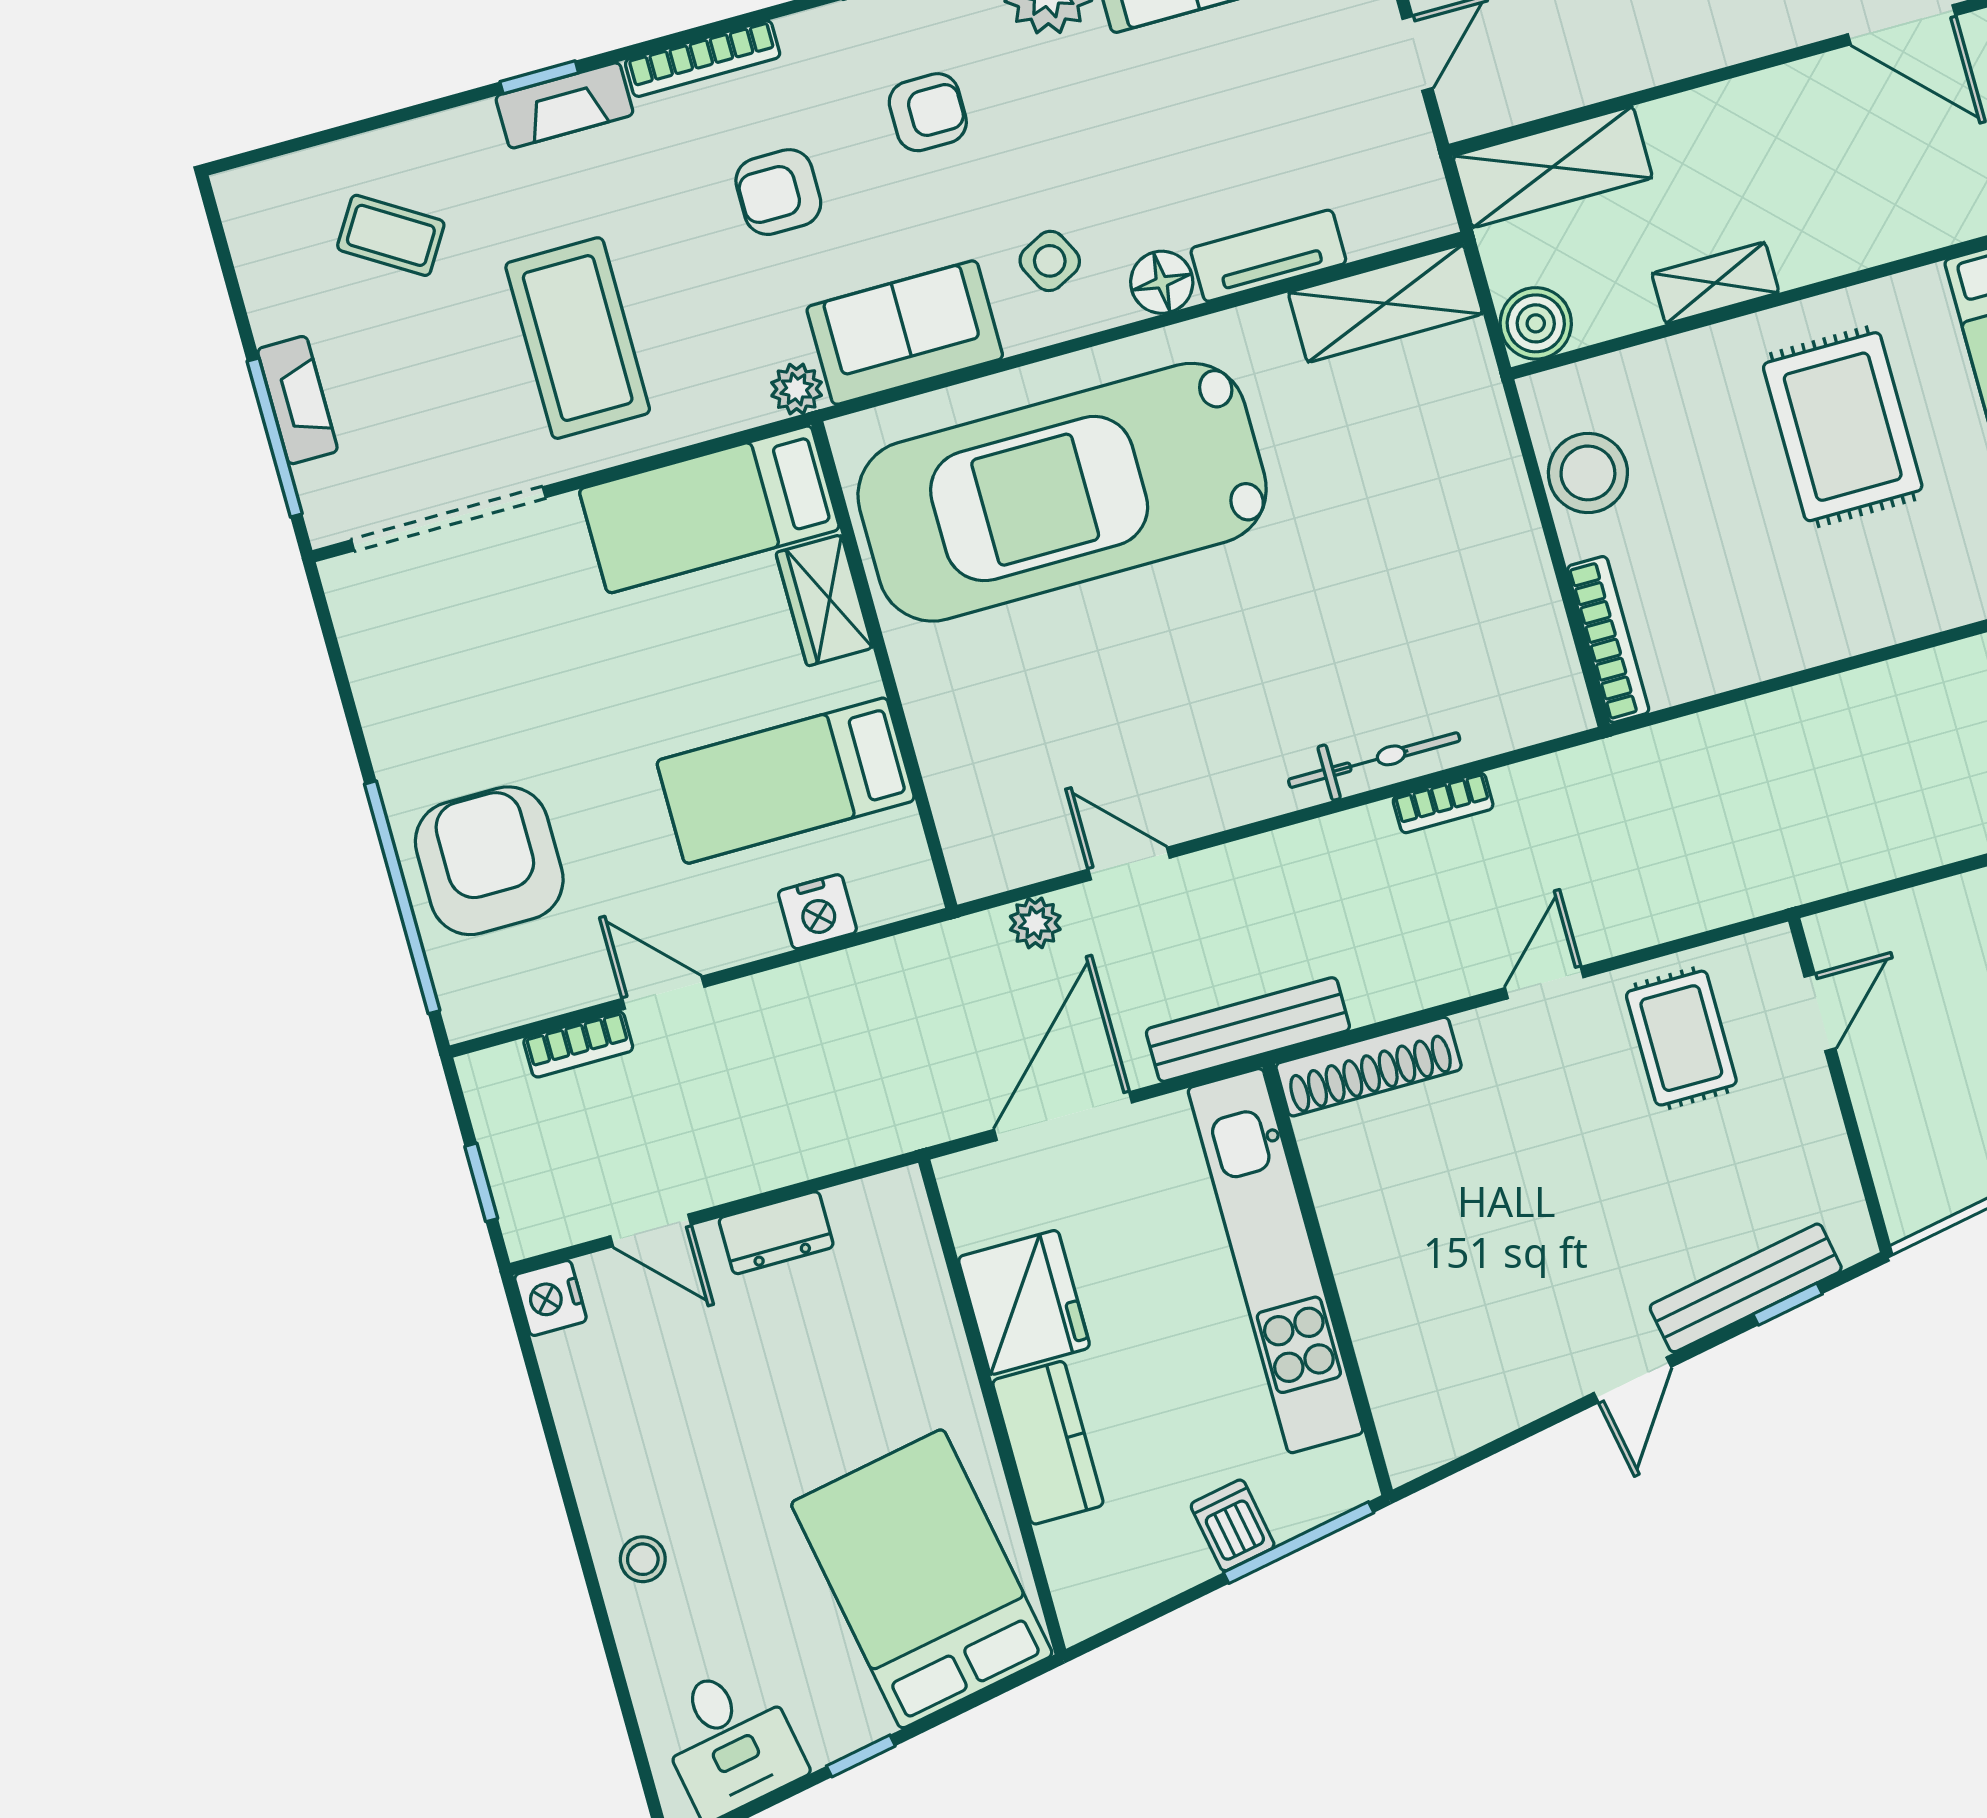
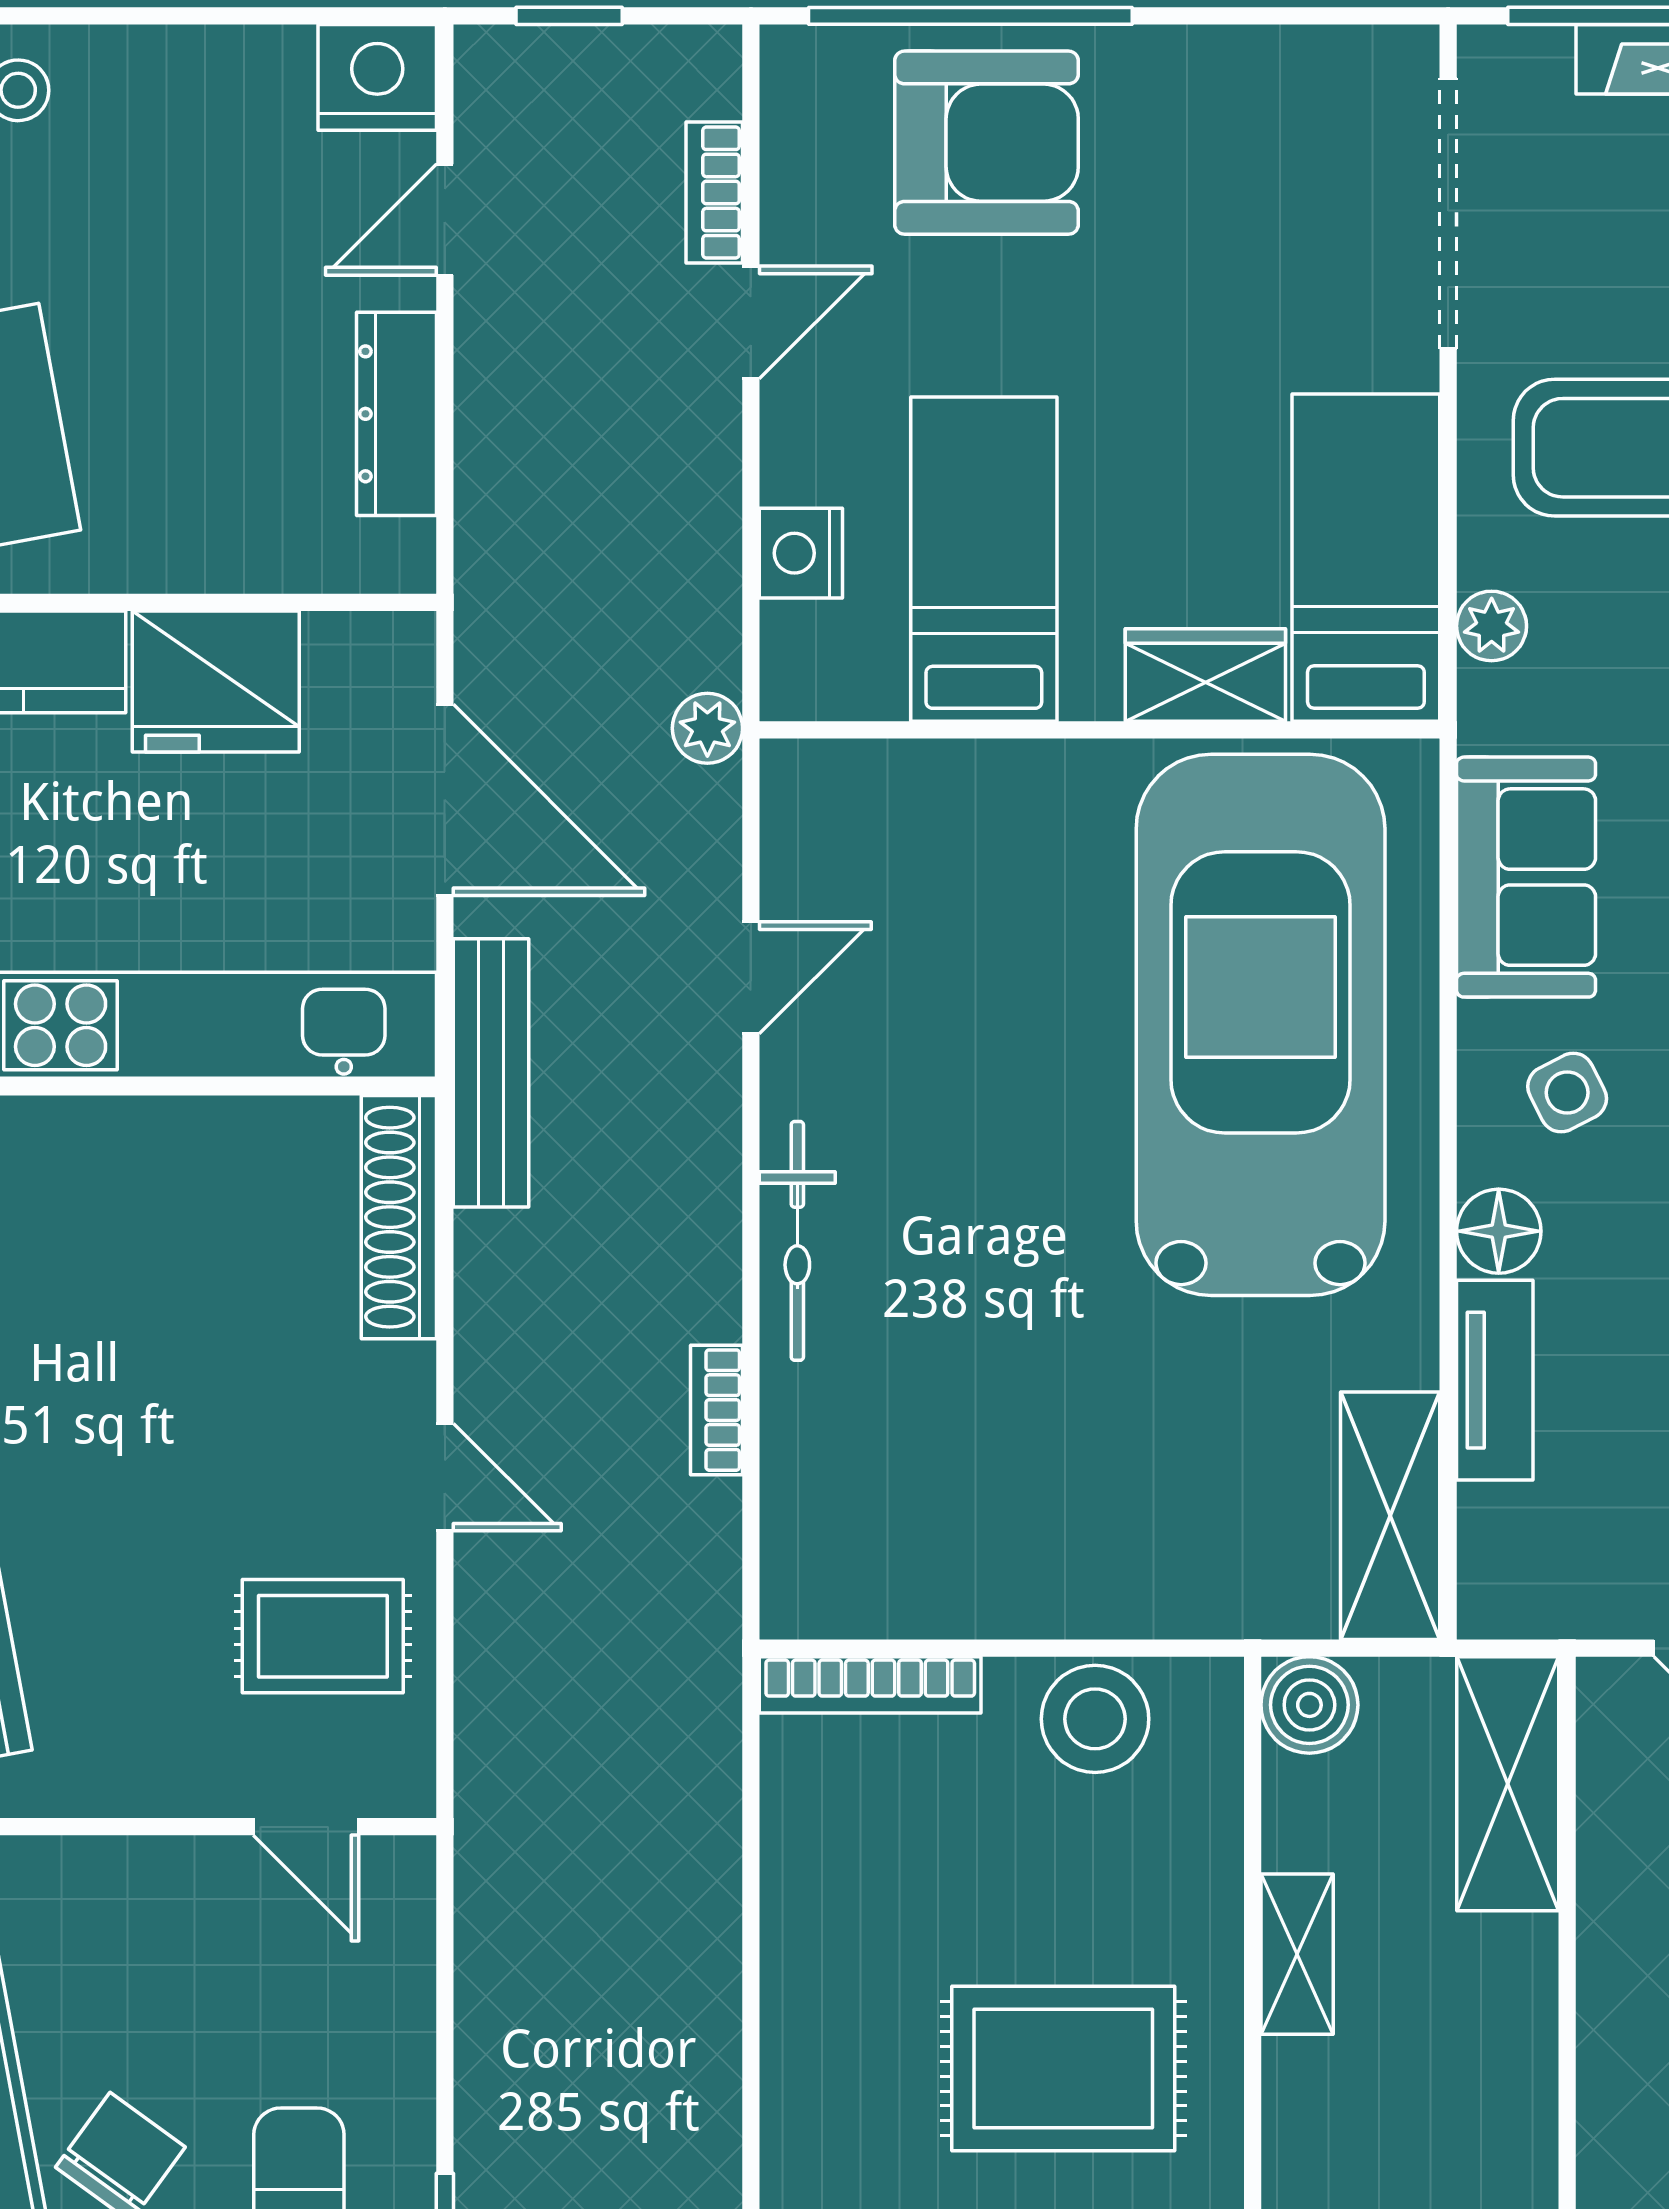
plant: (797, 389) -> (1492, 626), moved
bicycle: (1374, 760) -> (797, 1241), moved
plant: (1035, 923) -> (707, 728), moved
dresser: (776, 1233) -> (397, 414), width x1.44
nightstand: (550, 1298) -> (377, 77), width x1.36, depth x1.33

